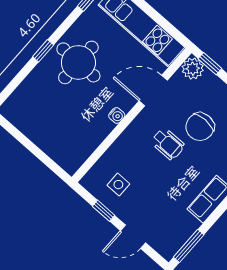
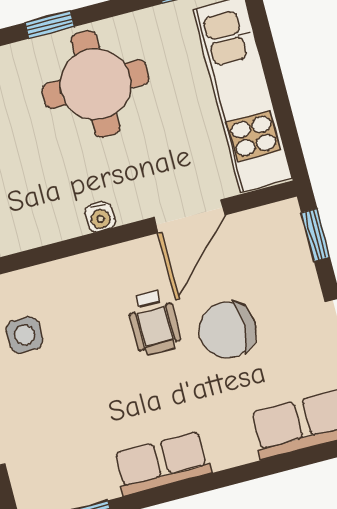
plant: (193, 69) -> (281, 224), removed
door: (153, 91) -> (190, 216), swing flipped

